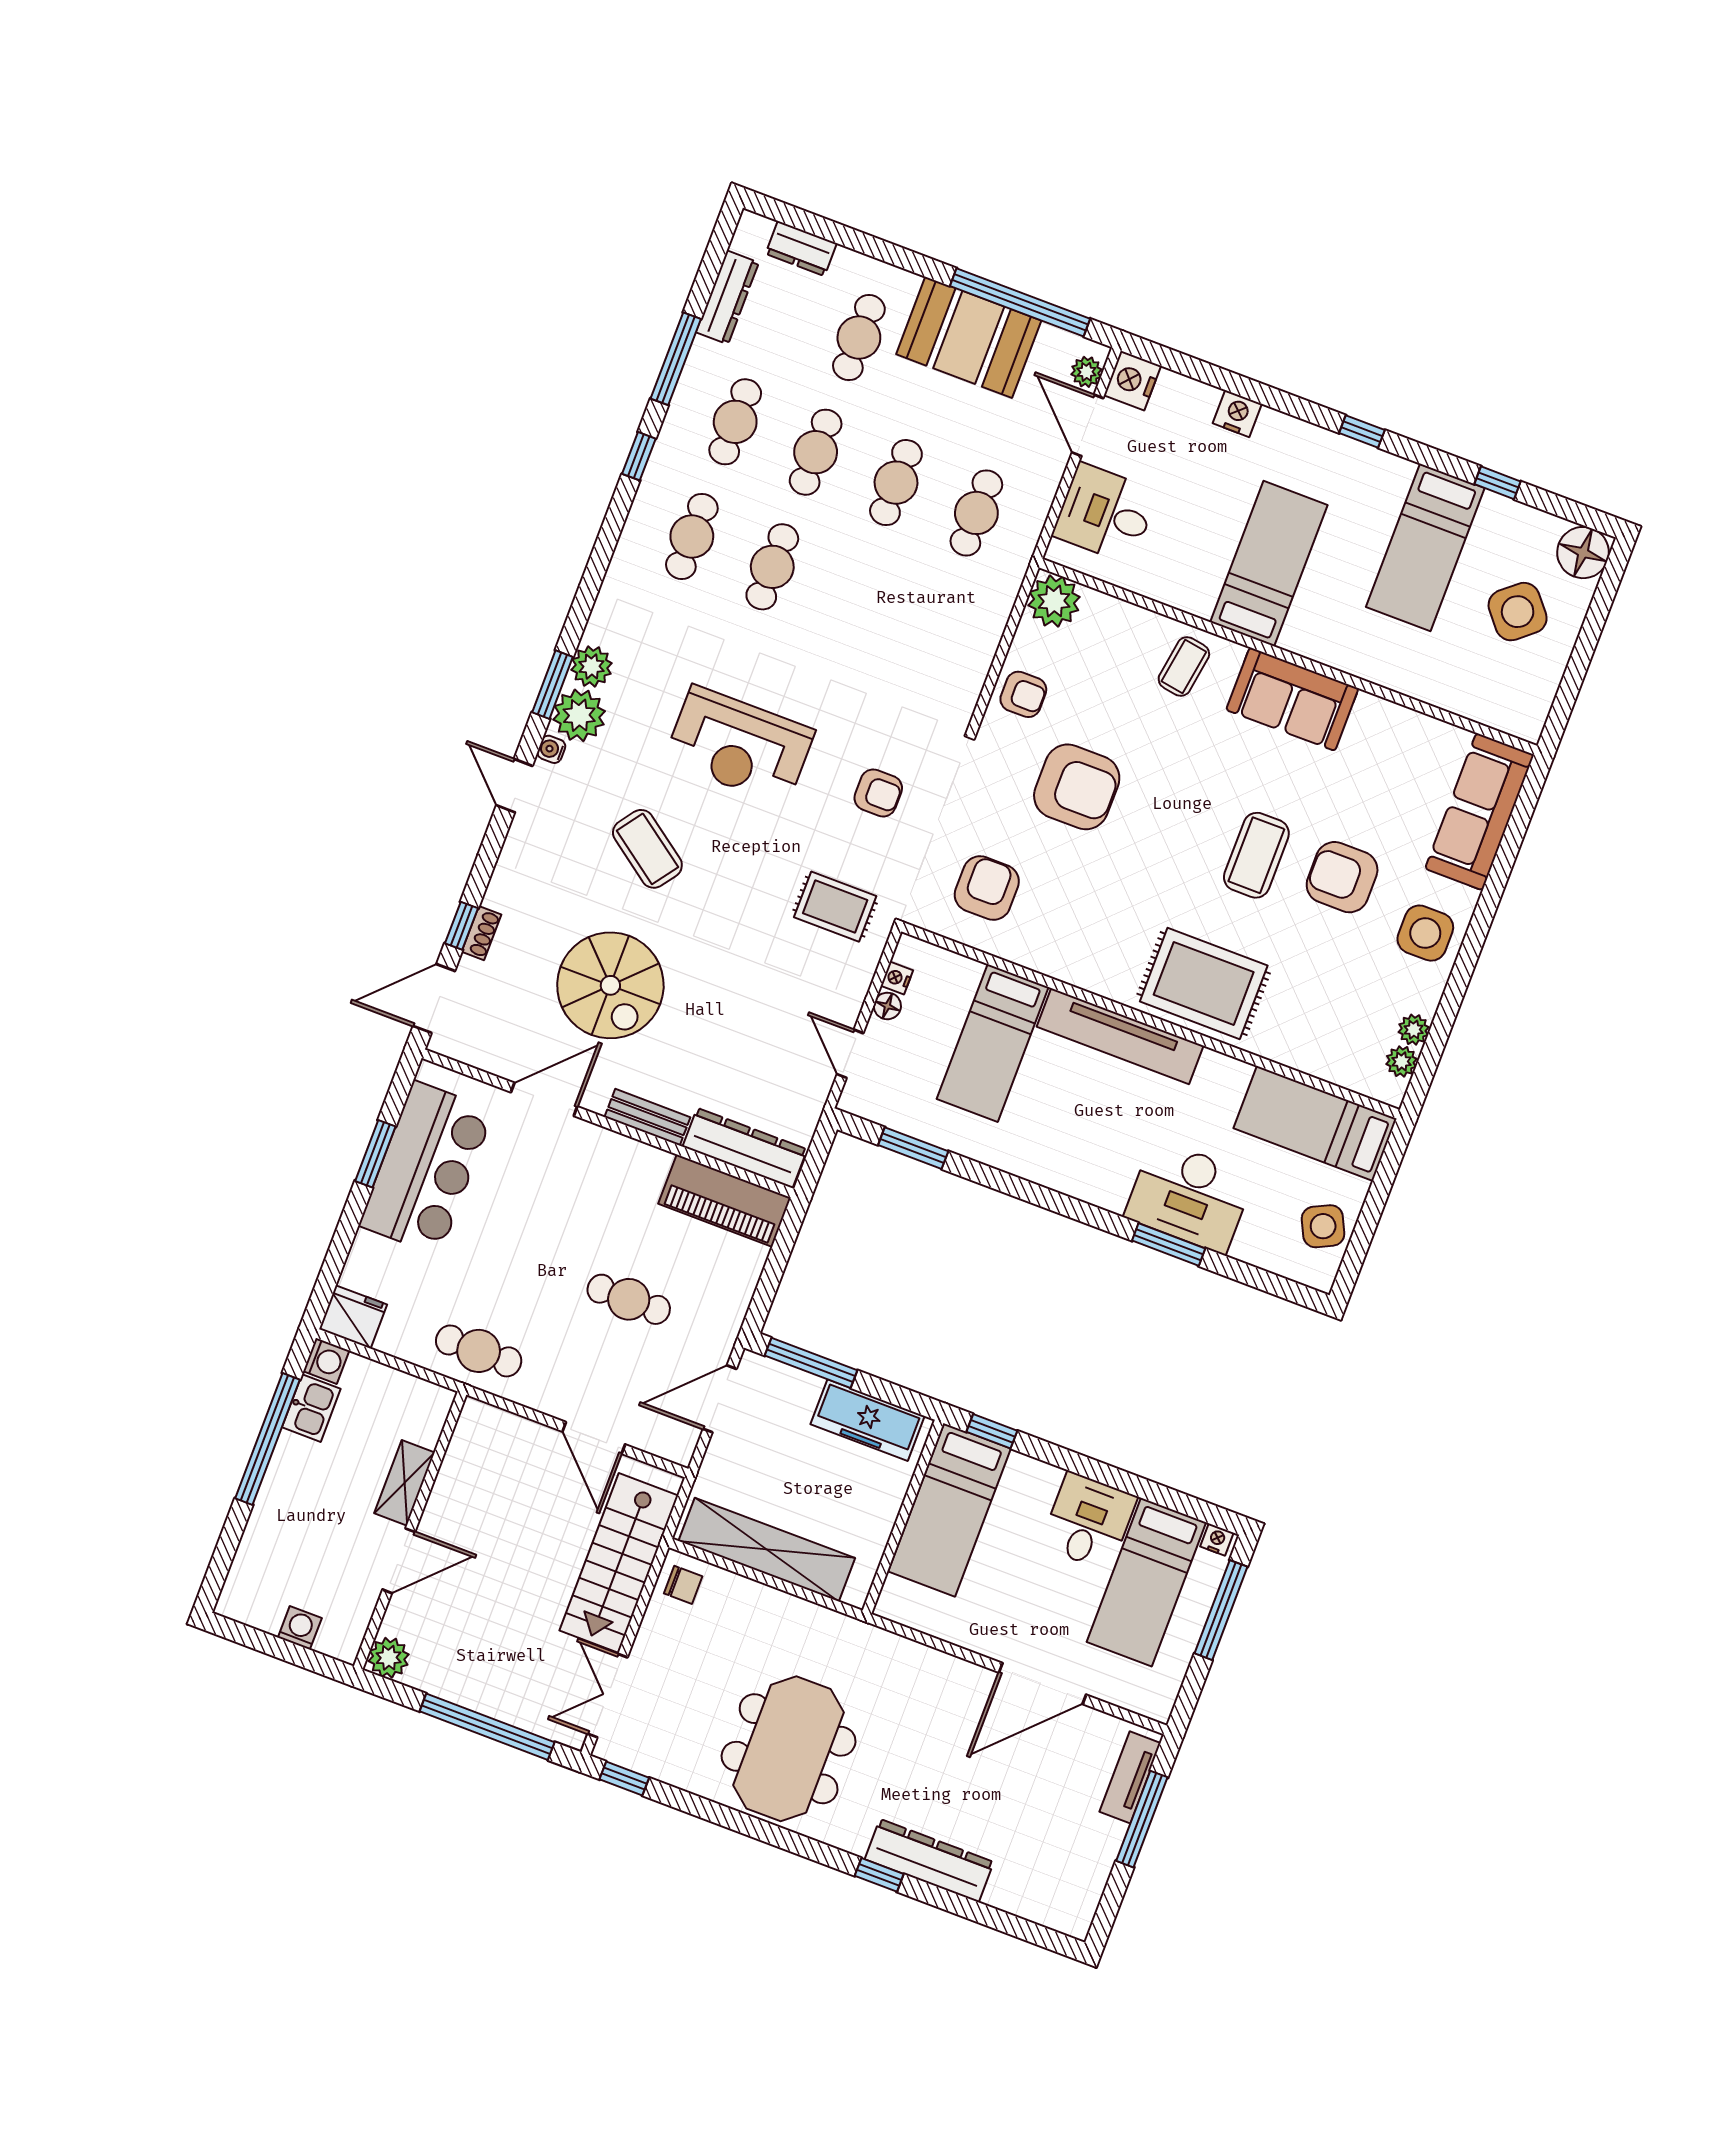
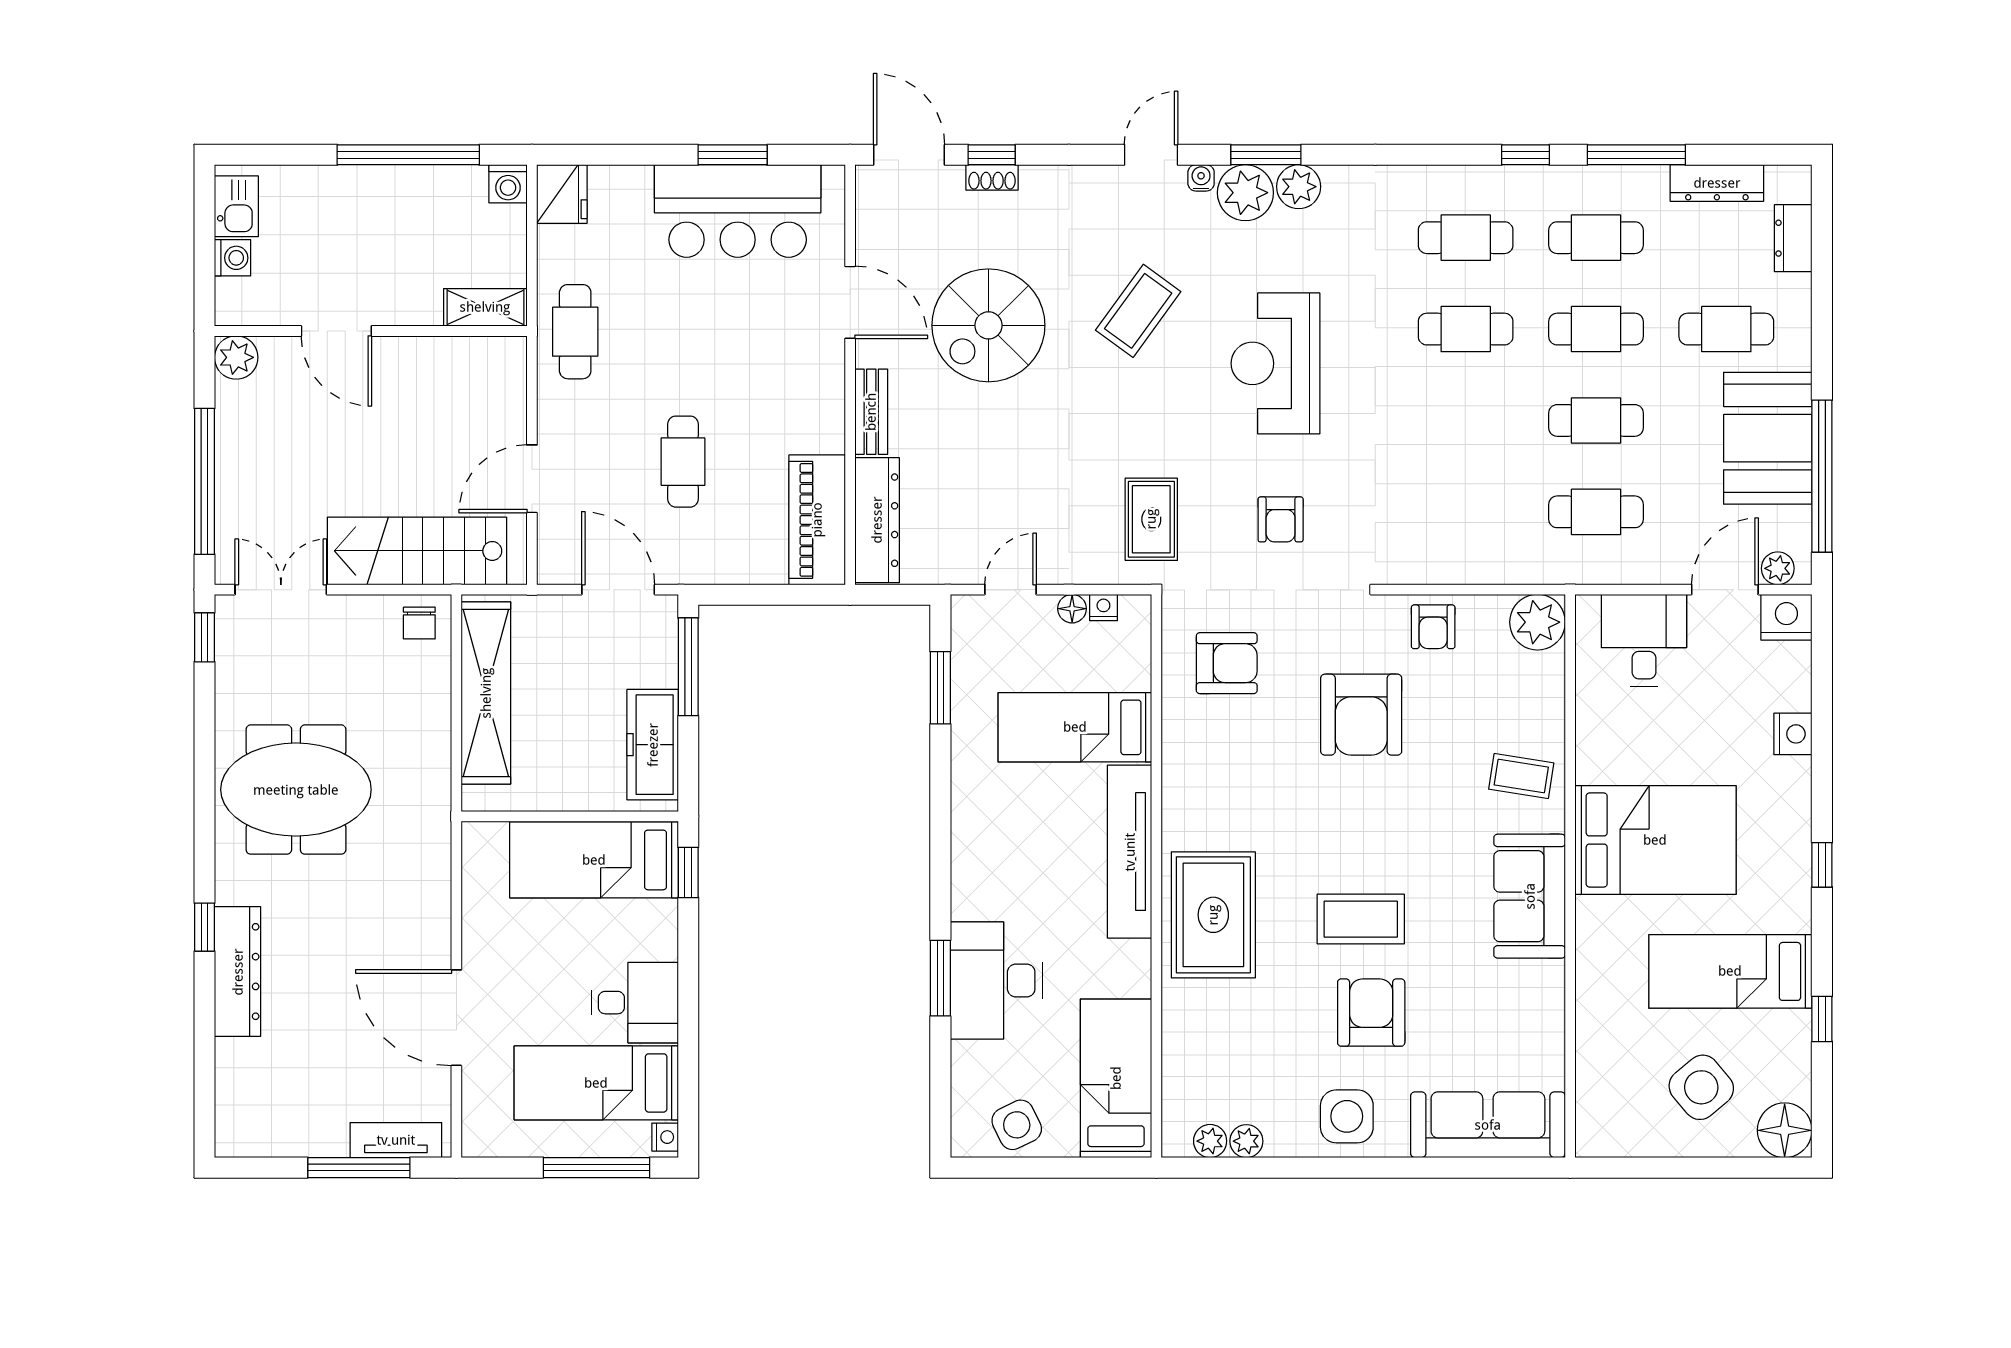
bed: (1269, 564) -> (1655, 840), width x1.50
kitchen sink: (311, 1408) -> (236, 206), moved, turned -90
shelving: (404, 1483) -> (485, 307), moved

